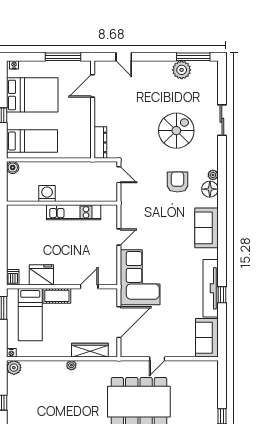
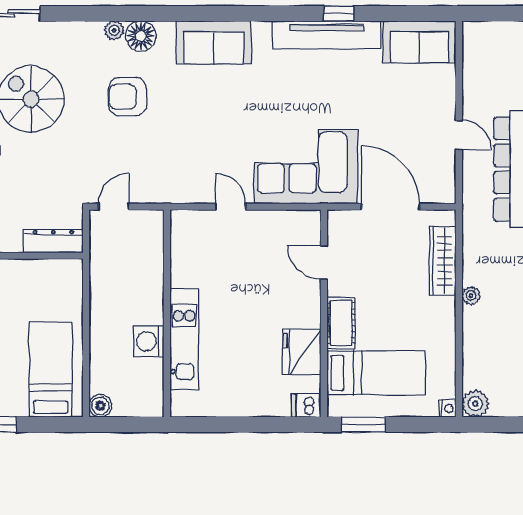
kitchen unit: (74, 212) -> (184, 339), moved

